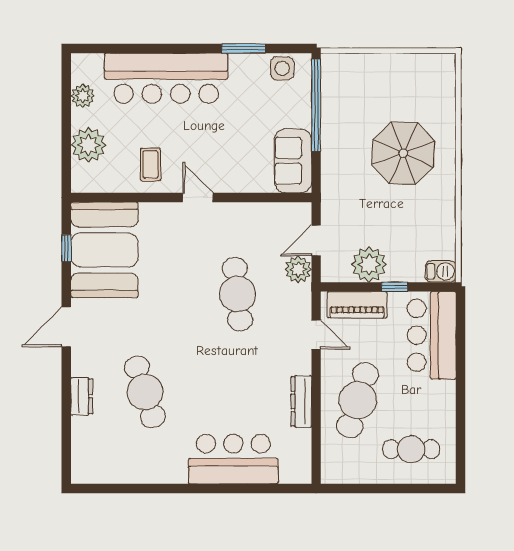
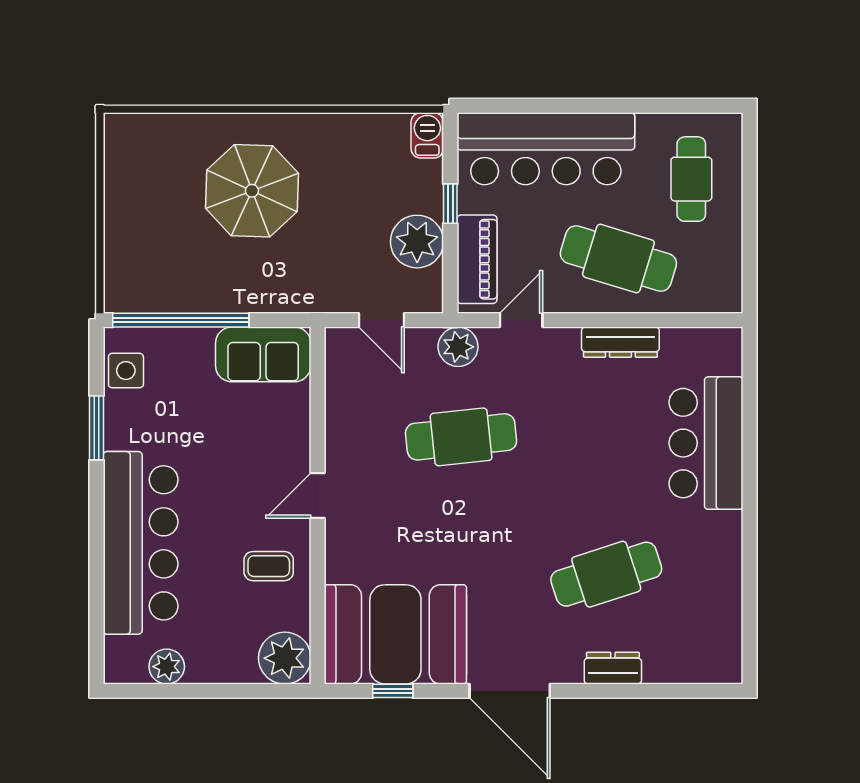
plant: (88, 145) -> (285, 658), moved
plant: (298, 269) -> (458, 347), moved
door: (66, 327) -> (510, 691), width x1.36
bar counter: (432, 335) -> (546, 149), width x1.36

